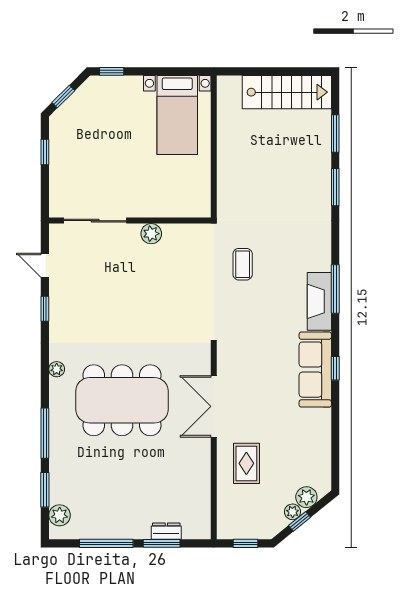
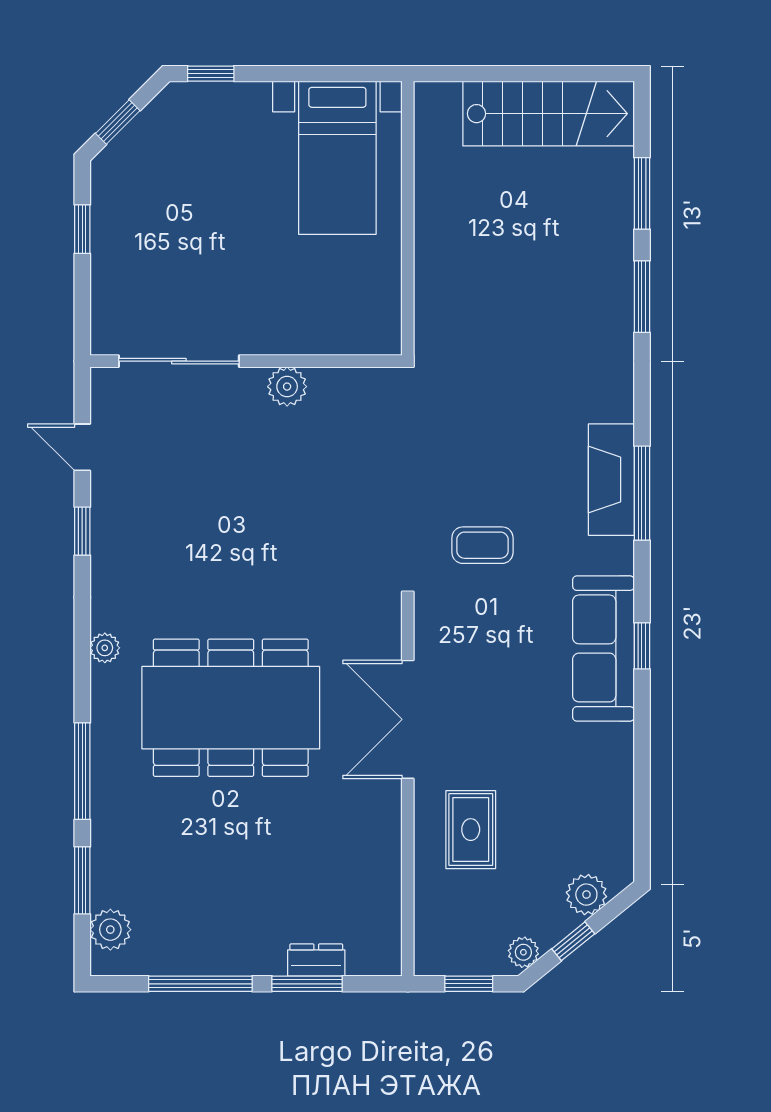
coffee table: (243, 264) -> (482, 545), moved, turned 90
fireplace: (319, 301) -> (611, 480), moved
plant: (292, 512) -> (523, 952), moved

